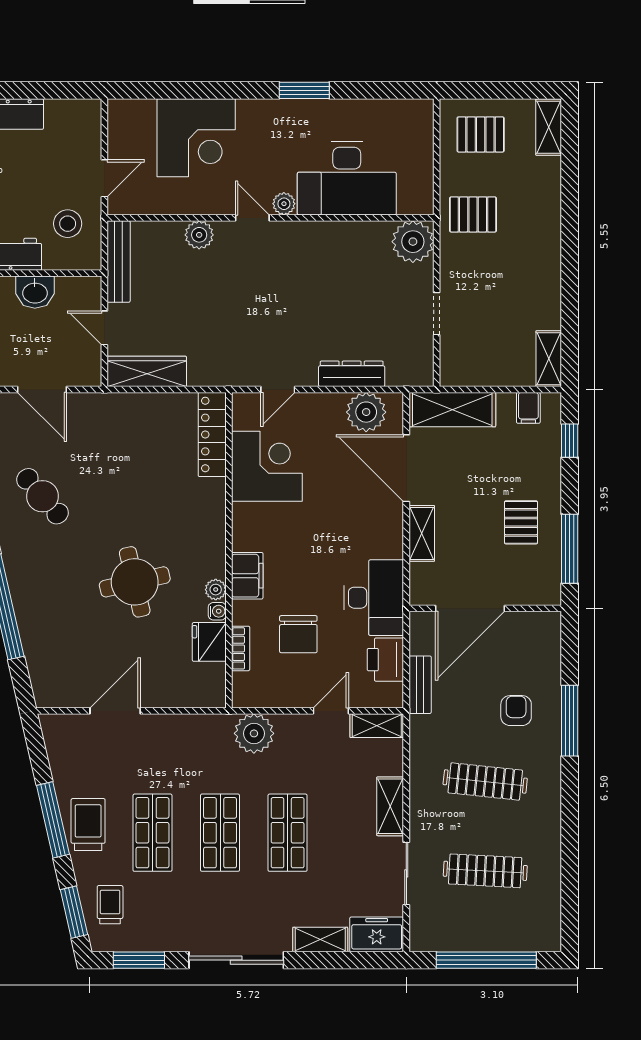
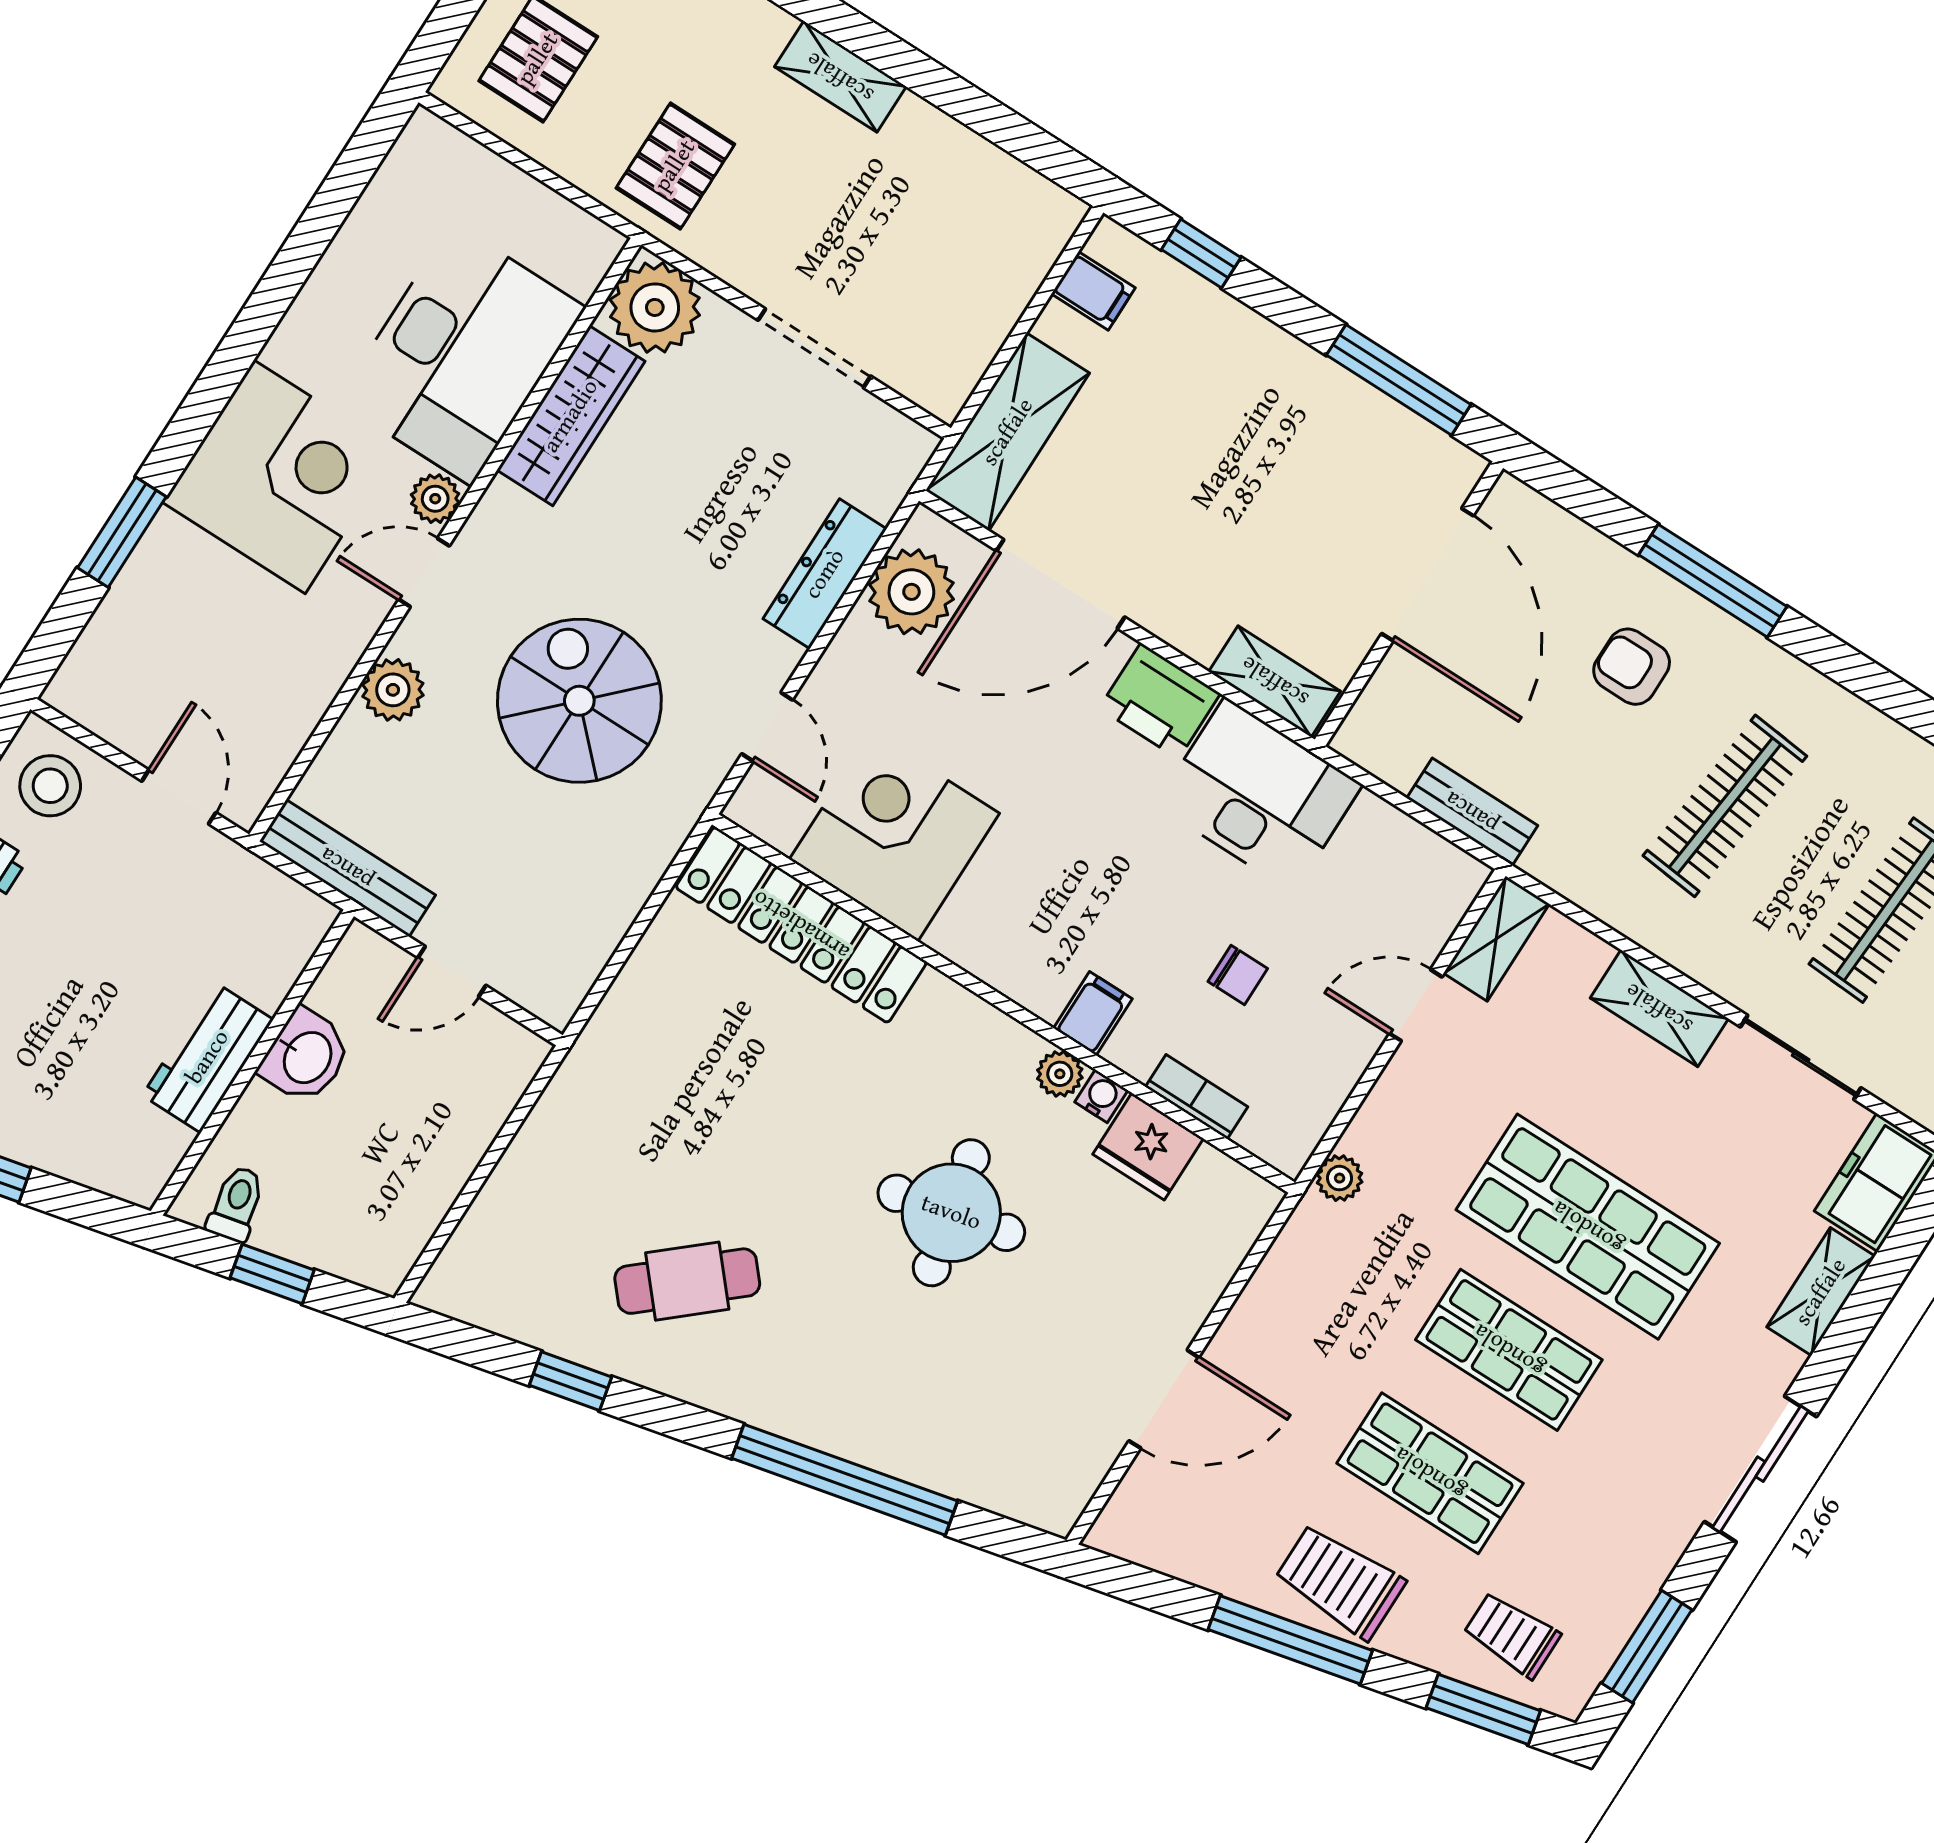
window: (304, 90) -> (122, 532), moved
corner desk: (196, 138) -> (279, 477), moved
stool: (68, 224) -> (50, 786), moved
spiral stairs: (241, 310) -> (579, 701), added
doorway: (437, 314) -> (814, 348), width x1.38
shelving: (549, 359) -> (840, 77), moved
wardrobe: (147, 371) -> (571, 416), moved, turned 180
door: (42, 390) -> (492, 1157), removed
locker: (212, 434) -> (801, 925), width x1.41, depth x1.21
pallet: (521, 522) -> (1294, 438), removed
shelving: (422, 533) -> (1275, 681), moved
filing cabinet: (247, 576) -> (1093, 1014), width x0.50
door: (470, 608) -> (1427, 575), moved
chair: (298, 634) -> (1238, 975), width x0.54, depth x0.54
printer: (385, 660) -> (1160, 701), moved
door: (115, 711) -> (1164, 1399), swing flipped
door: (331, 711) -> (1416, 1005), hinge flipped
plant: (254, 733) -> (1340, 1178), width x0.53, depth x0.53
shop shelf: (288, 833) -> (1588, 1227), width x1.43, depth x1.36
sliding door: (236, 960) -> (1760, 1469), width x0.73

